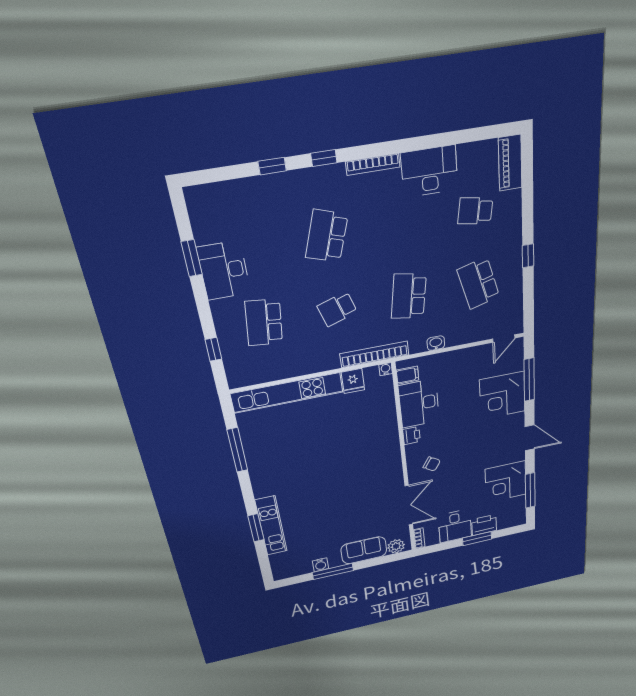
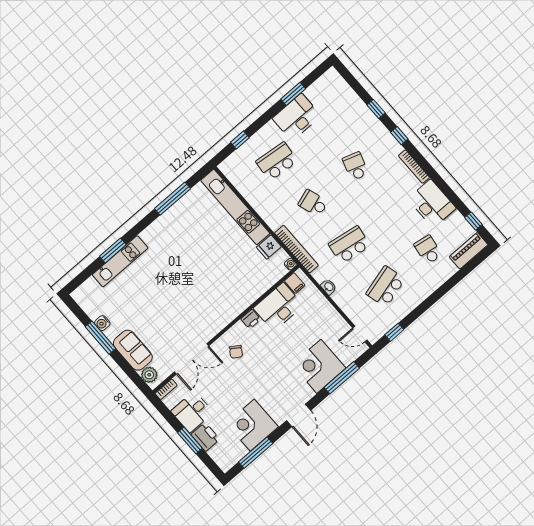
window: (483, 133) -> (473, 221), added
school desk: (327, 236) -> (355, 166), width x0.54
window: (528, 256) -> (394, 332), moved

